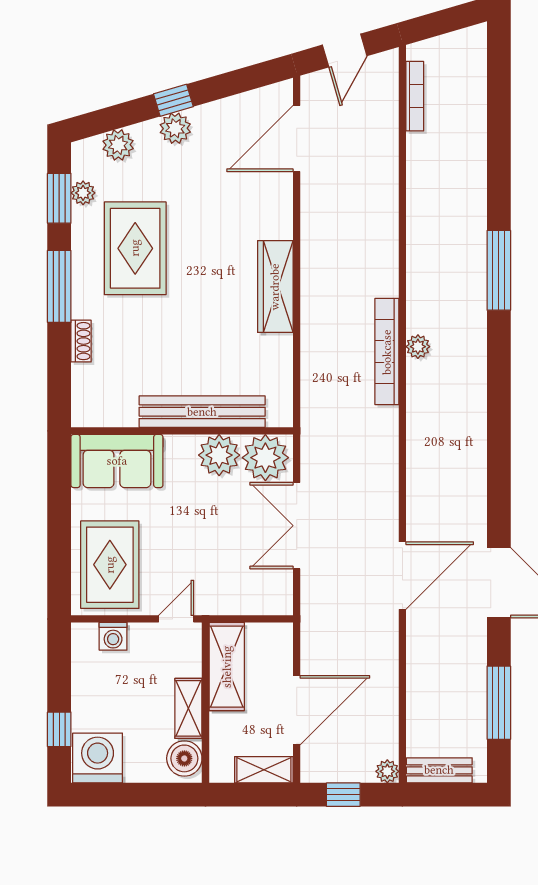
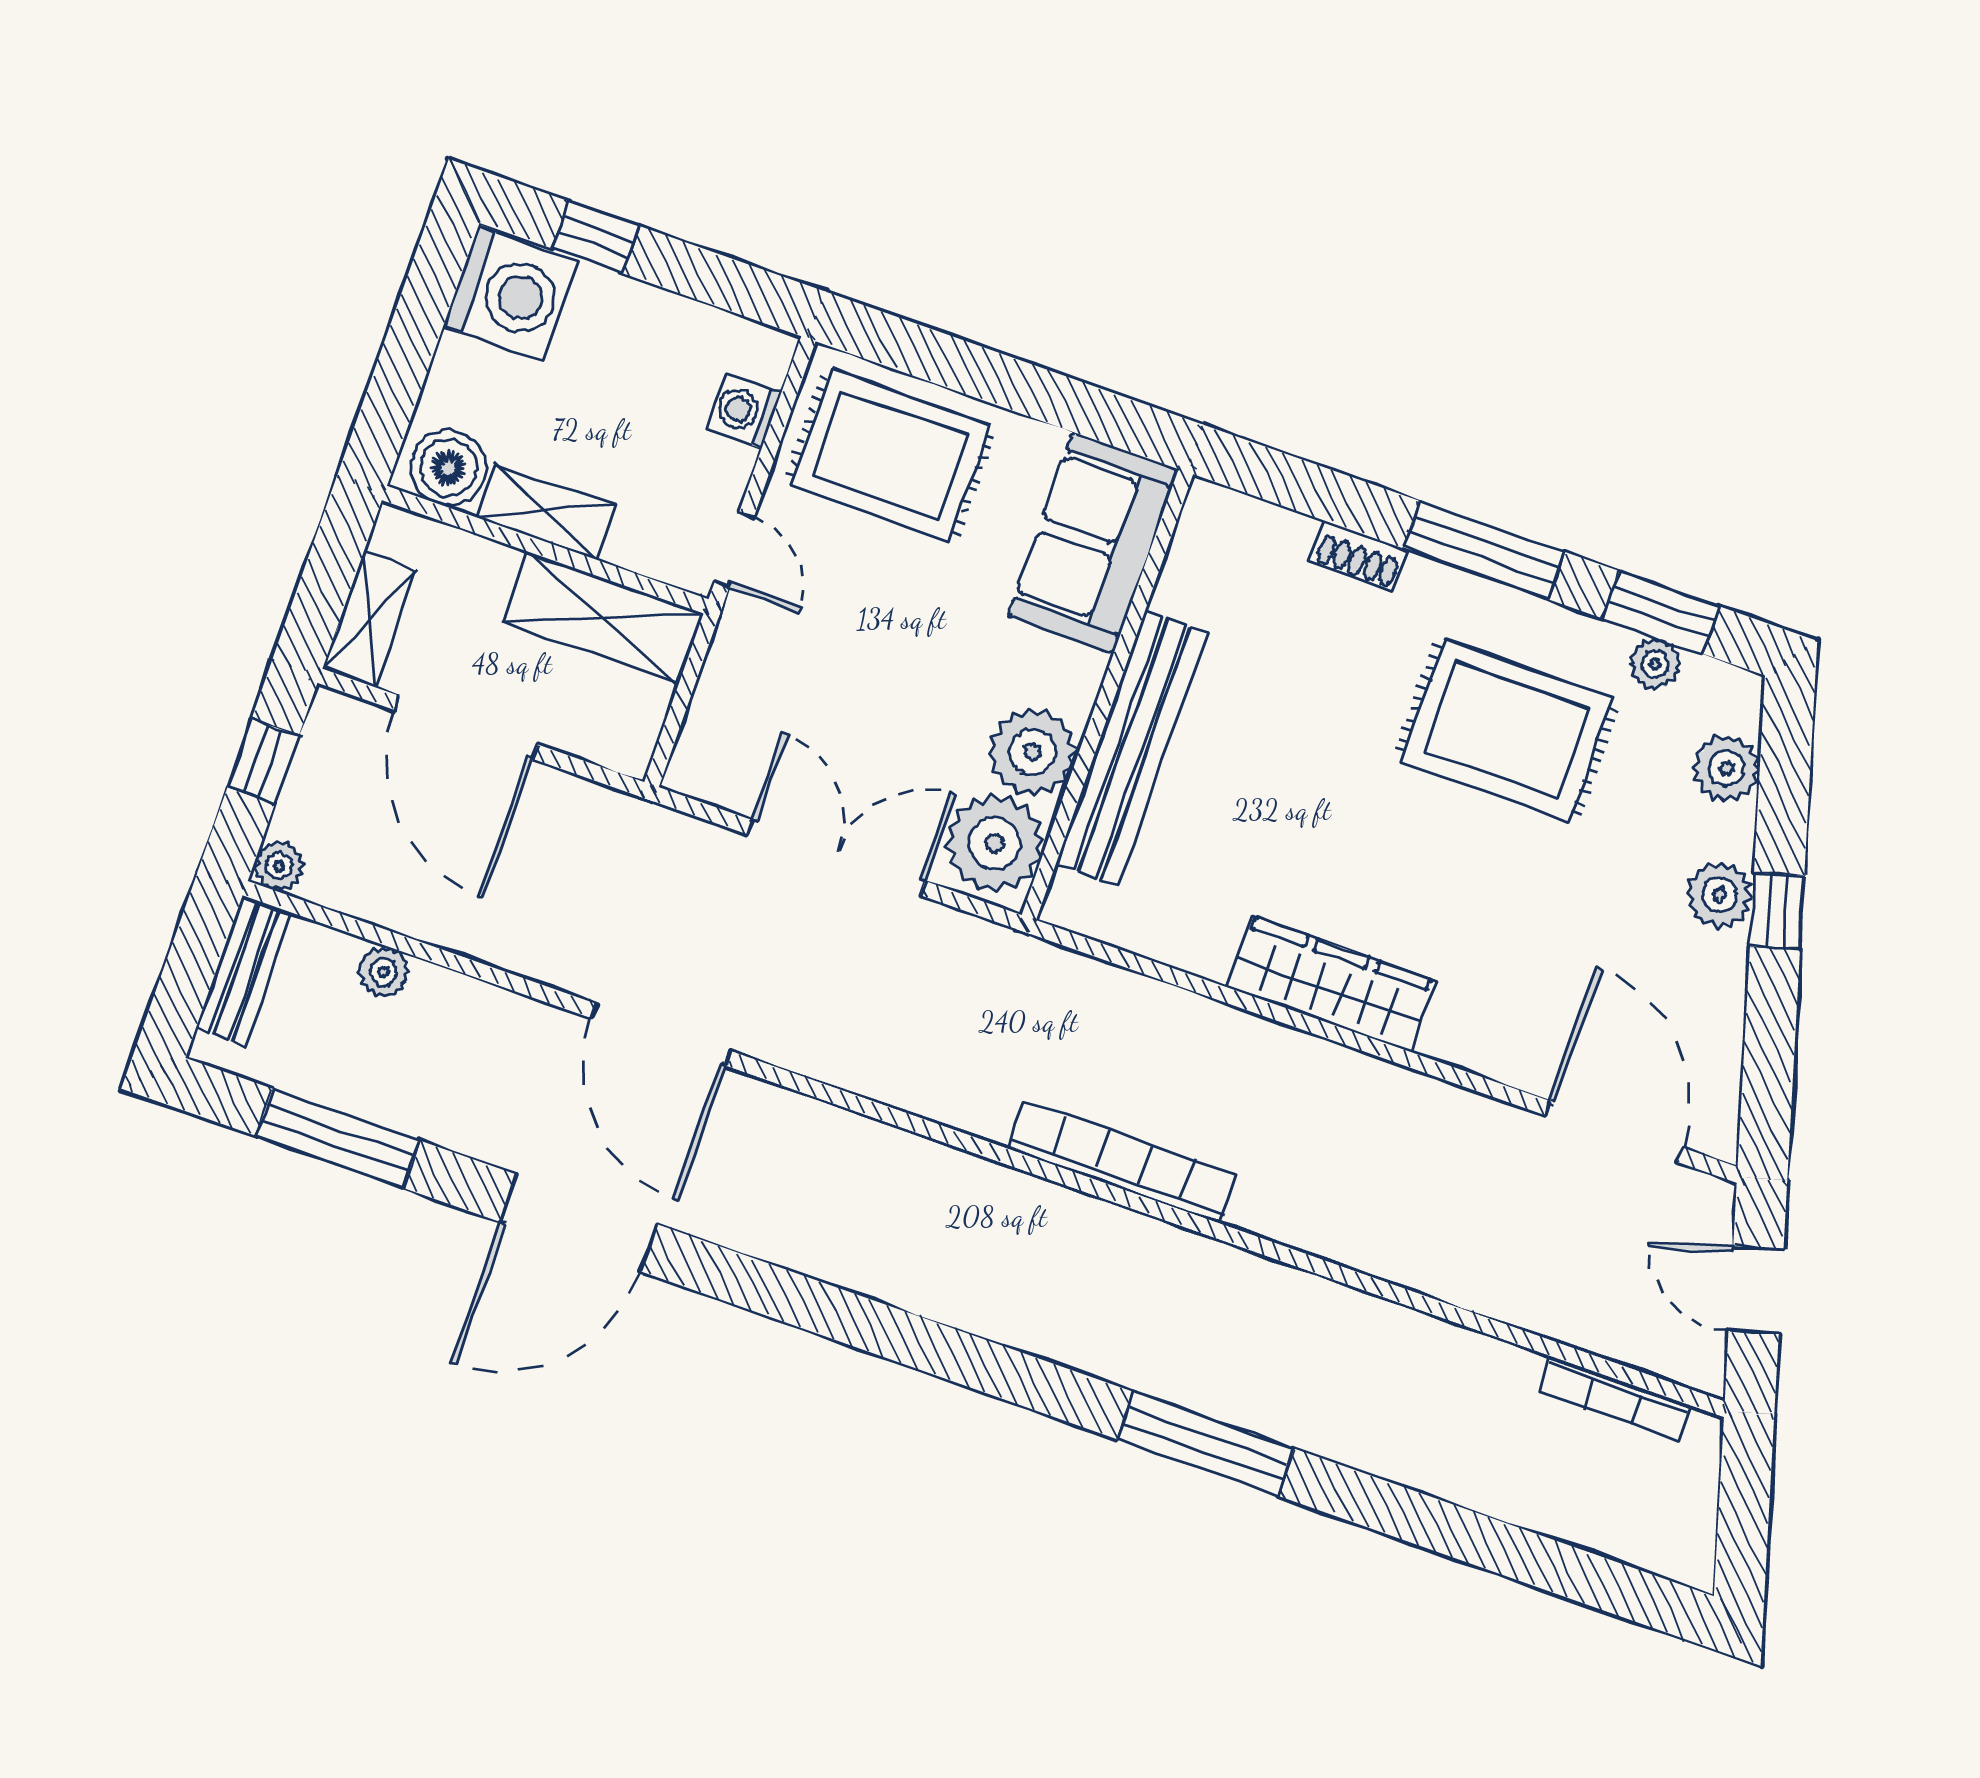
plant: (418, 347) -> (384, 972), moved

